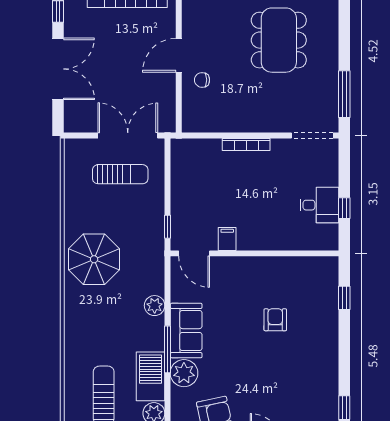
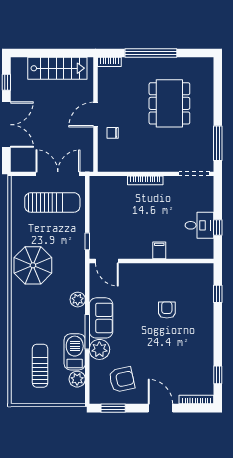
sun lounger: (120, 174) -> (52, 202), width x1.36, depth x1.34
filing cabinet: (227, 239) -> (159, 250), moved

